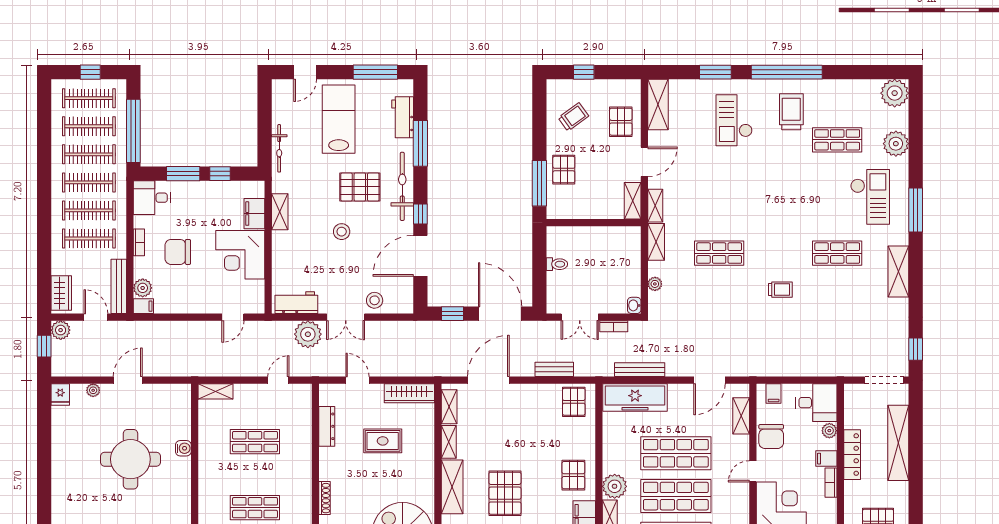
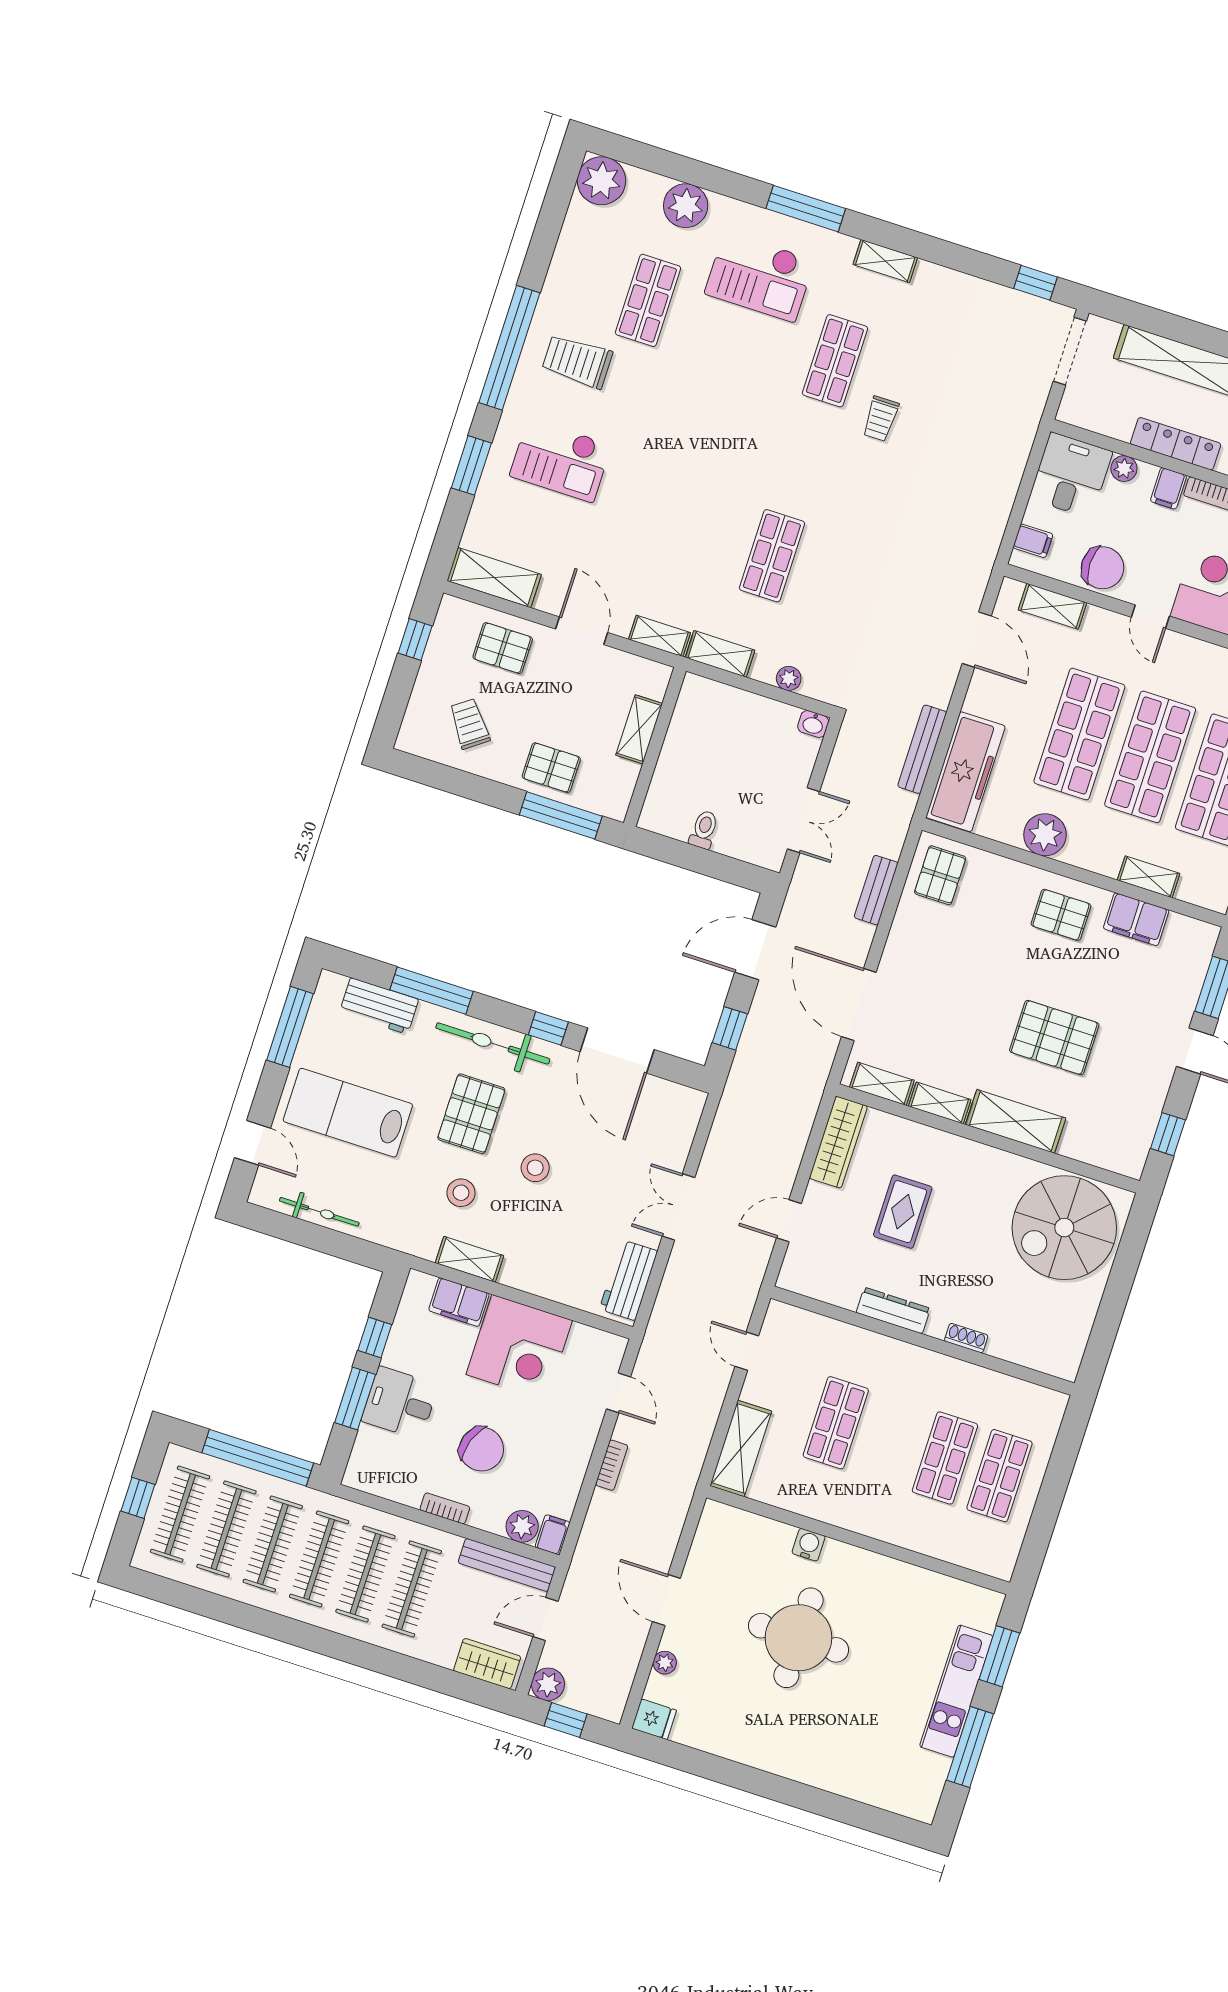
window: (584, 72) -> (415, 639), moved
bicycle: (279, 148) -> (319, 1212), moved
checkout: (870, 197) -> (760, 277), turned 180
desk: (152, 198) -> (400, 1403), moved, turned 90
shelving: (633, 201) -> (639, 729), moved, turned 90
chair: (178, 252) -> (481, 1449), turned -71
shelving: (898, 272) -> (885, 261), width x0.67, depth x0.75
trolley: (780, 290) -> (881, 419), moved, turned 180
stool: (375, 300) -> (461, 1193), moved
door: (500, 314) -> (755, 950), width x0.73
double door: (346, 317) -> (679, 1207), swing flipped
bookcase: (614, 326) -> (612, 1465), moved
plant: (308, 334) -> (687, 1278), removed
shelving: (215, 391) -> (741, 1448), width x1.50, depth x1.33
pallet: (574, 402) -> (940, 875), turned 90
dresser: (327, 426) -> (893, 1311), moved
plant: (615, 486) -> (1045, 835), moved
shoe rack: (325, 498) -> (966, 1338), width x0.70

